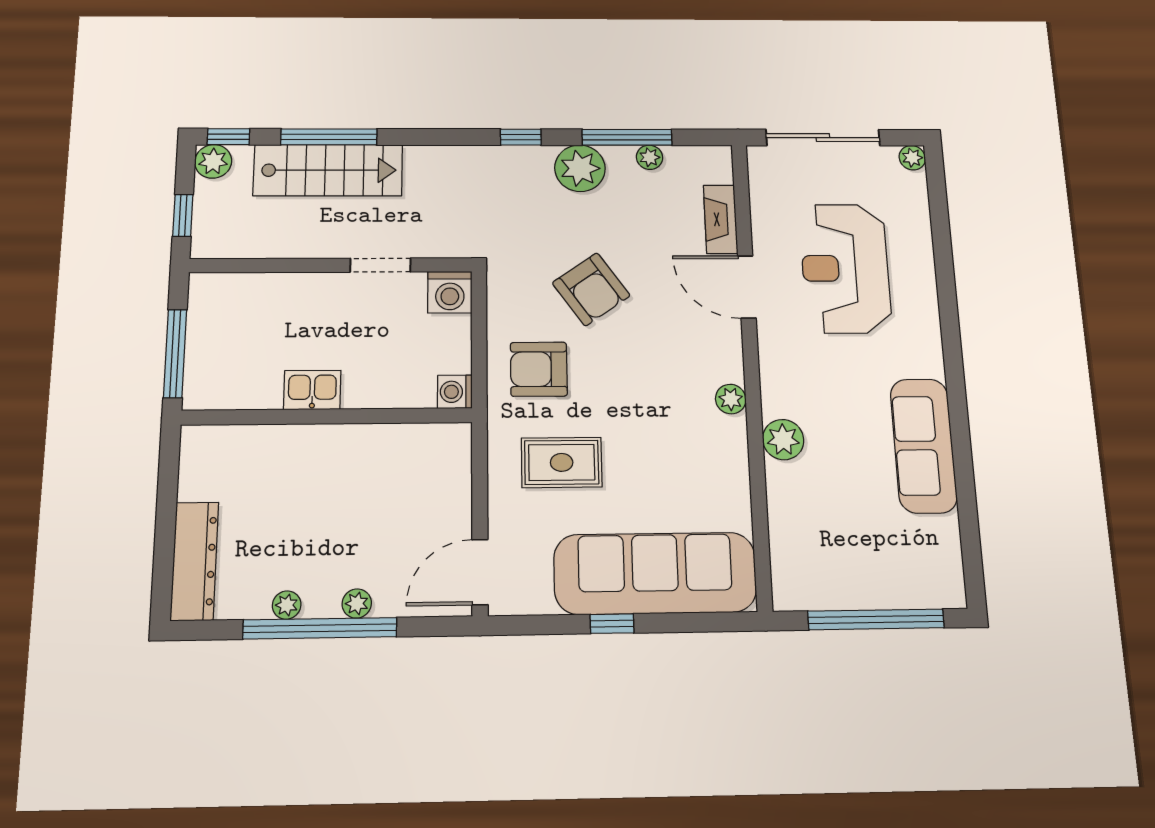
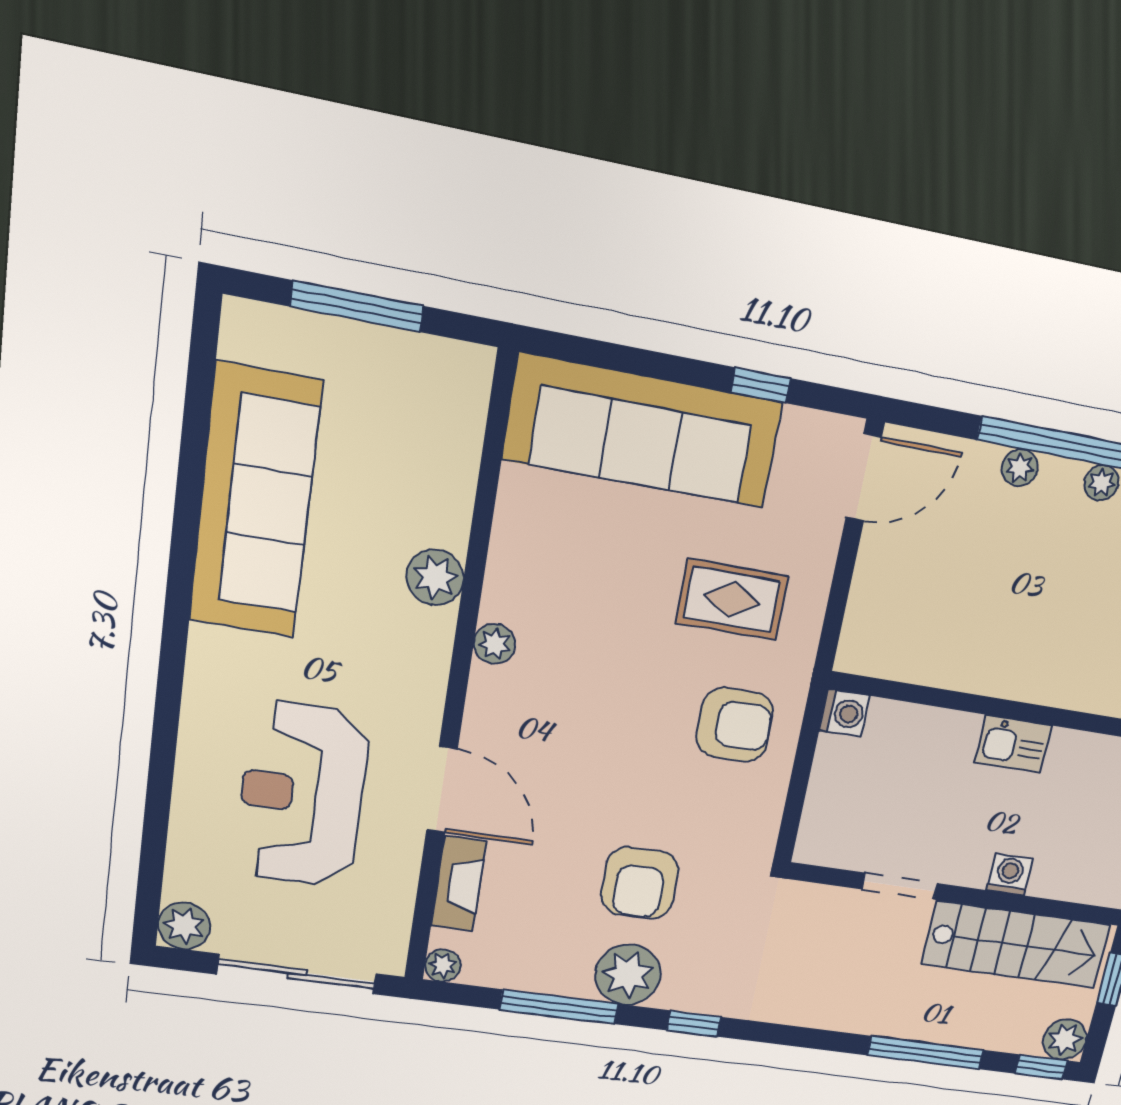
plant: (650, 157) -> (443, 966), moved
plant: (912, 158) -> (184, 926), width x1.38, depth x1.38
stairs: (328, 170) -> (1016, 945), moved, turned 180
reception desk: (845, 268) -> (302, 795), turned 180
armchair: (591, 289) -> (640, 883), moved, turned -145
washing machine: (450, 292) -> (1009, 874), moved, width x0.73, depth x0.73
sofa: (924, 446) -> (255, 502), width x1.36, depth x1.27
window: (876, 619) -> (357, 306), width x0.68
window: (612, 624) -> (761, 385), moved

